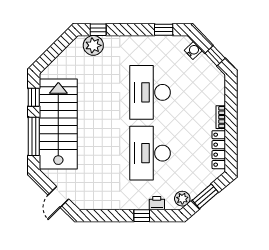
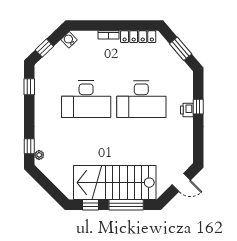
plant: (93, 45) -> (39, 155), width x0.53, depth x0.53
water cooler: (193, 50) -> (69, 40), moved
window: (215, 56) -> (44, 48), moved
plant: (182, 199) -> (183, 70), removed
printer: (157, 203) -> (187, 110), moved

